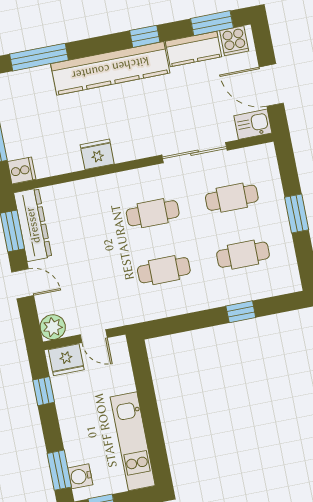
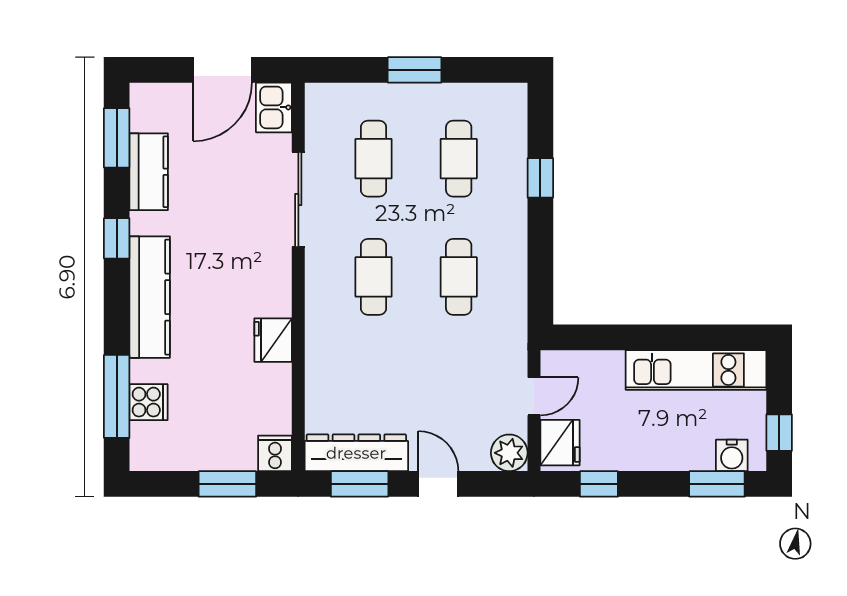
cooker: (234, 41) -> (149, 402), moved
kitchen counter: (110, 68) -> (150, 297), width x0.72, depth x0.86
door: (23, 284) -> (438, 484), hinge flipped

